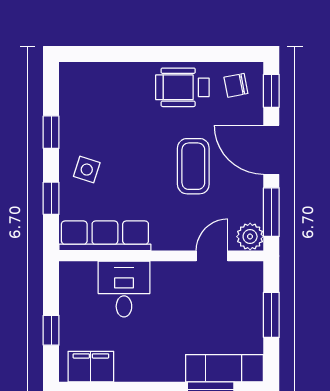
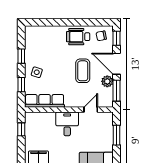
plant: (250, 237) -> (107, 81), moved
desk: (124, 289) -> (67, 124), moved
window: (51, 330) -> (21, 129), moved

